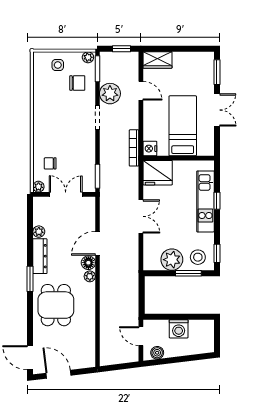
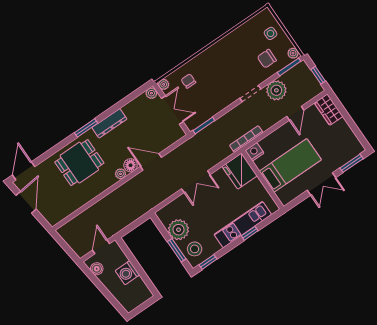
chair: (77, 83) -> (267, 59), turned 90
plant: (39, 232) -> (151, 93), moved

